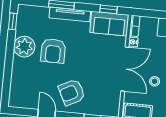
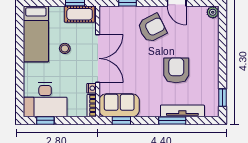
tv unit: (70, 15) -> (182, 111), moved
plant: (24, 47) -> (213, 12), moved, width x0.53, depth x0.53
double door: (125, 69) -> (98, 58), swing flipped

